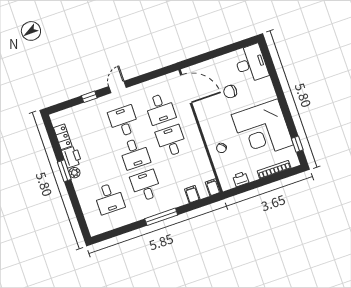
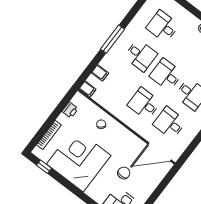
desk: (171, 141) -> (144, 104), turned 180

